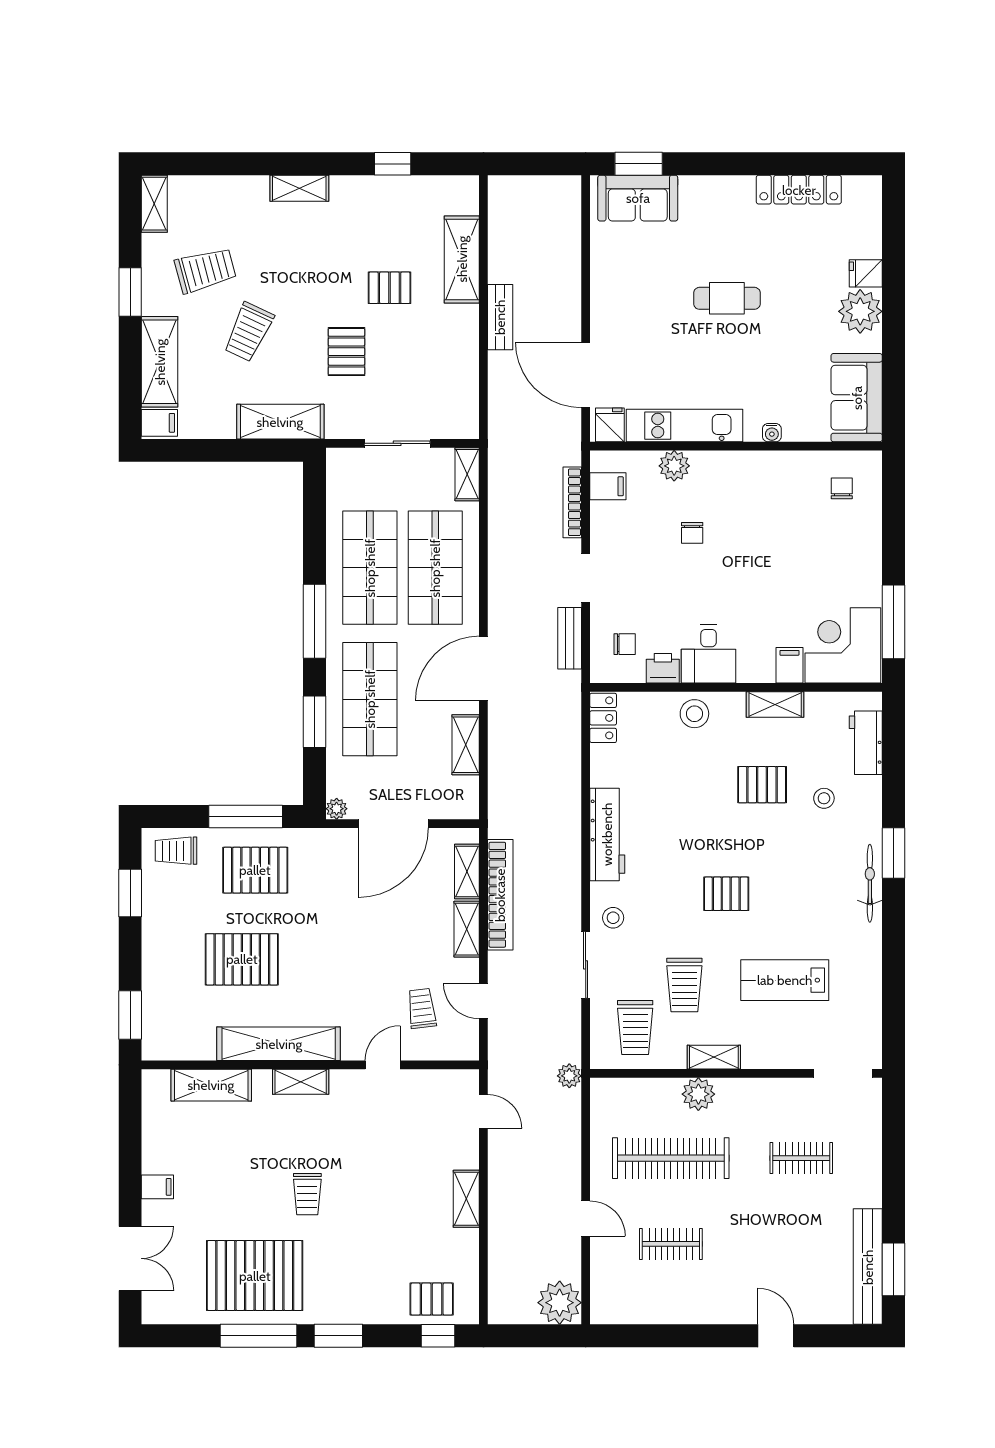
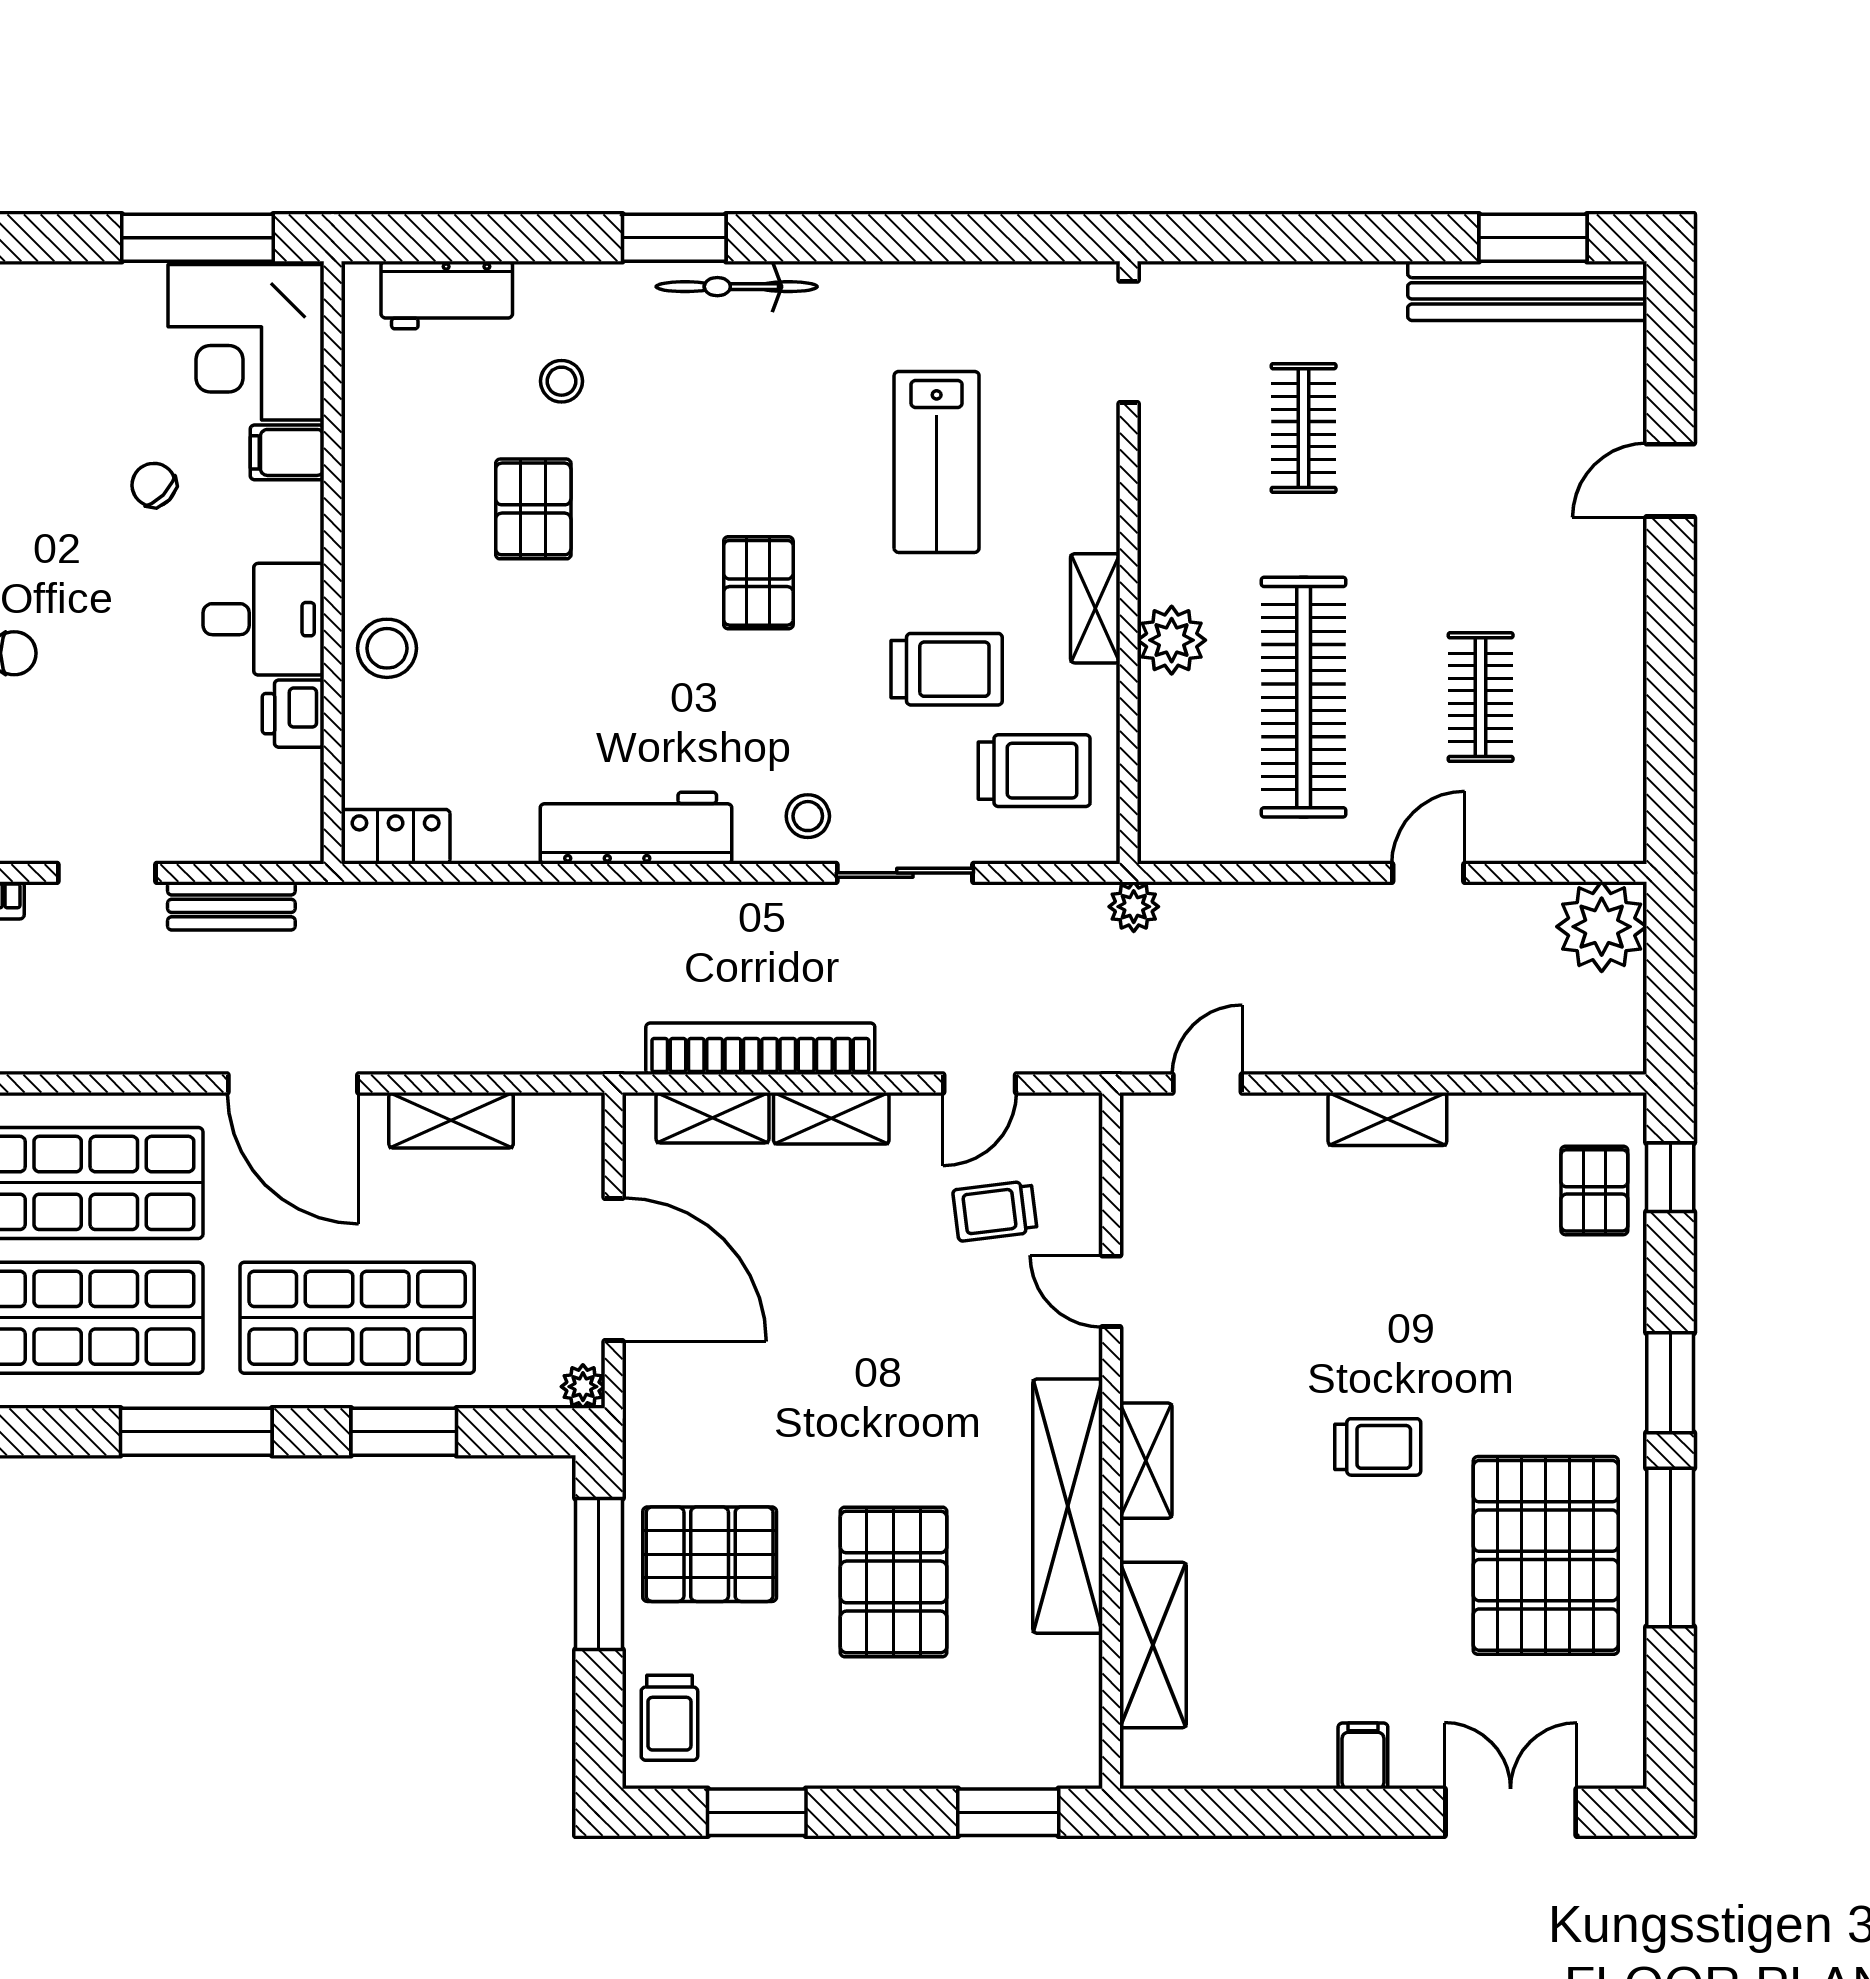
chair: (625, 644) -> (154, 485), moved, turned -46
shelving: (775, 704) -> (368, 482), removed
pallet: (255, 870) -> (710, 1554), turned 90

